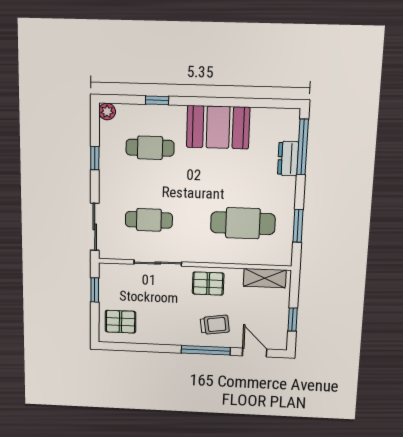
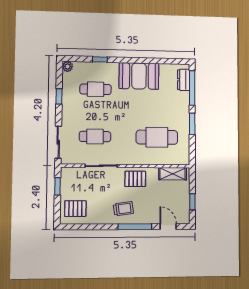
dresser: (288, 159) -> (184, 80), moved
window: (298, 226) -> (192, 124), moved
trolley: (215, 325) -> (123, 209), moved

